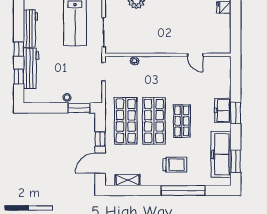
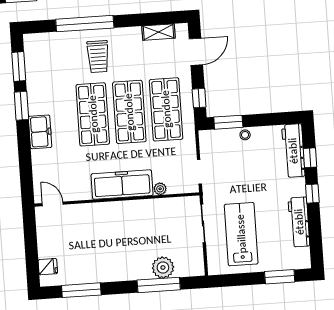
door: (195, 55) -> (53, 204), moved
workbench: (31, 68) -> (293, 151), moved
window: (236, 113) -> (21, 106), moved
shop shelf: (182, 121) -> (93, 114), width x1.43, depth x1.36
window: (100, 139) -> (199, 98), moved
freezer: (221, 154) -> (122, 185), moved, turned -90
trolley: (175, 165) -> (98, 57), turned -90

